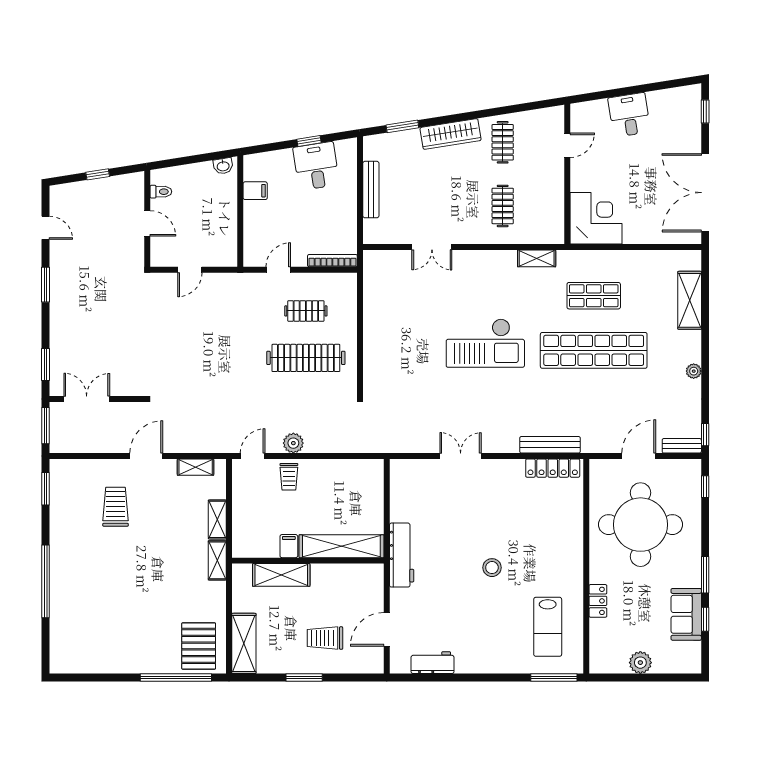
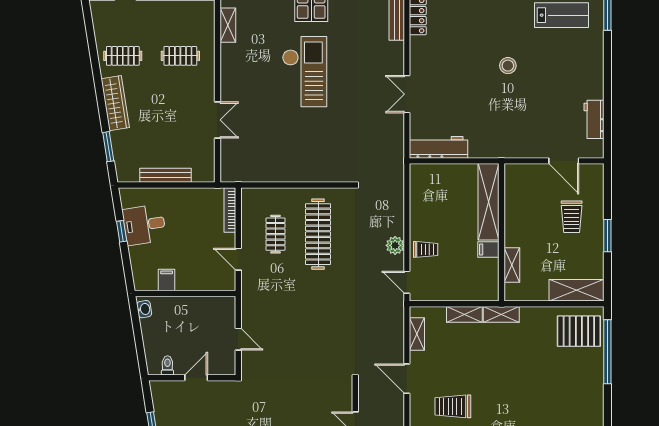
workbench: (402, 555) -> (439, 147), moved
shelving: (281, 575) -> (512, 265), width x0.67, depth x0.75

